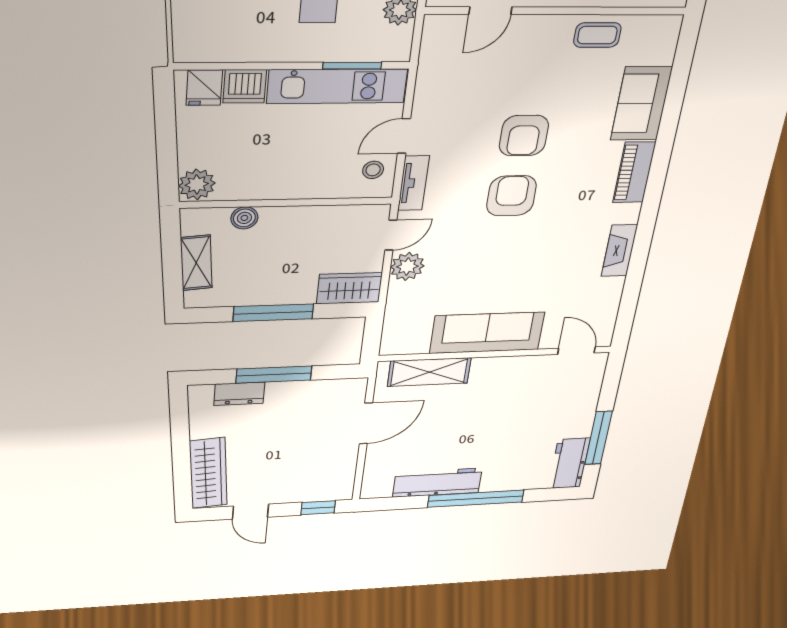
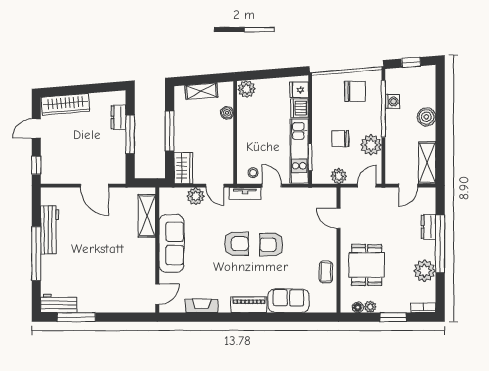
sofa: (487, 333) -> (171, 243), moved
door: (576, 351) -> (157, 294), moved
wall: (496, 354) -> (157, 250), moved
shelving: (429, 372) -> (147, 216), moved

